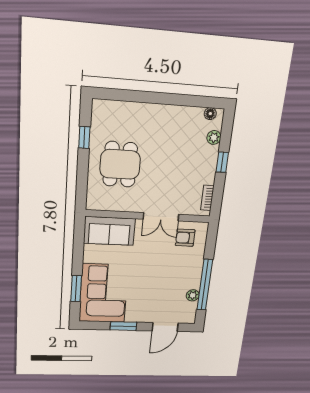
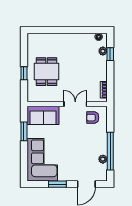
window: (84, 137) -> (24, 73), moved
window: (222, 162) -> (110, 54), moved
double door: (161, 217) -> (75, 104), swing flipped
window: (76, 289) -> (24, 131), moved

